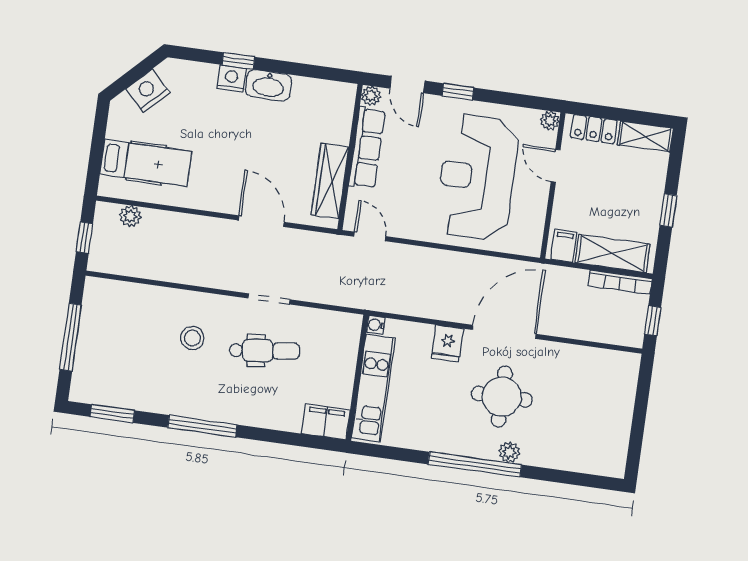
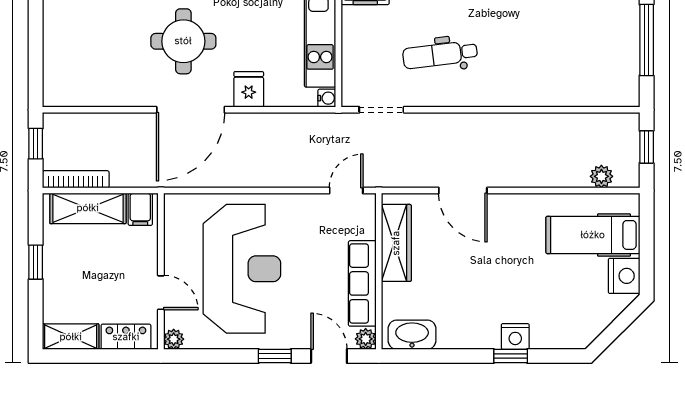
washbasin: (268, 85) -> (412, 335), moved
nightstand: (148, 91) -> (624, 276), moved, turned -45
door: (370, 236) -> (346, 190), swing flipped
doorway: (269, 299) -> (381, 110), moved
stool: (192, 338) -> (518, 57), removed

